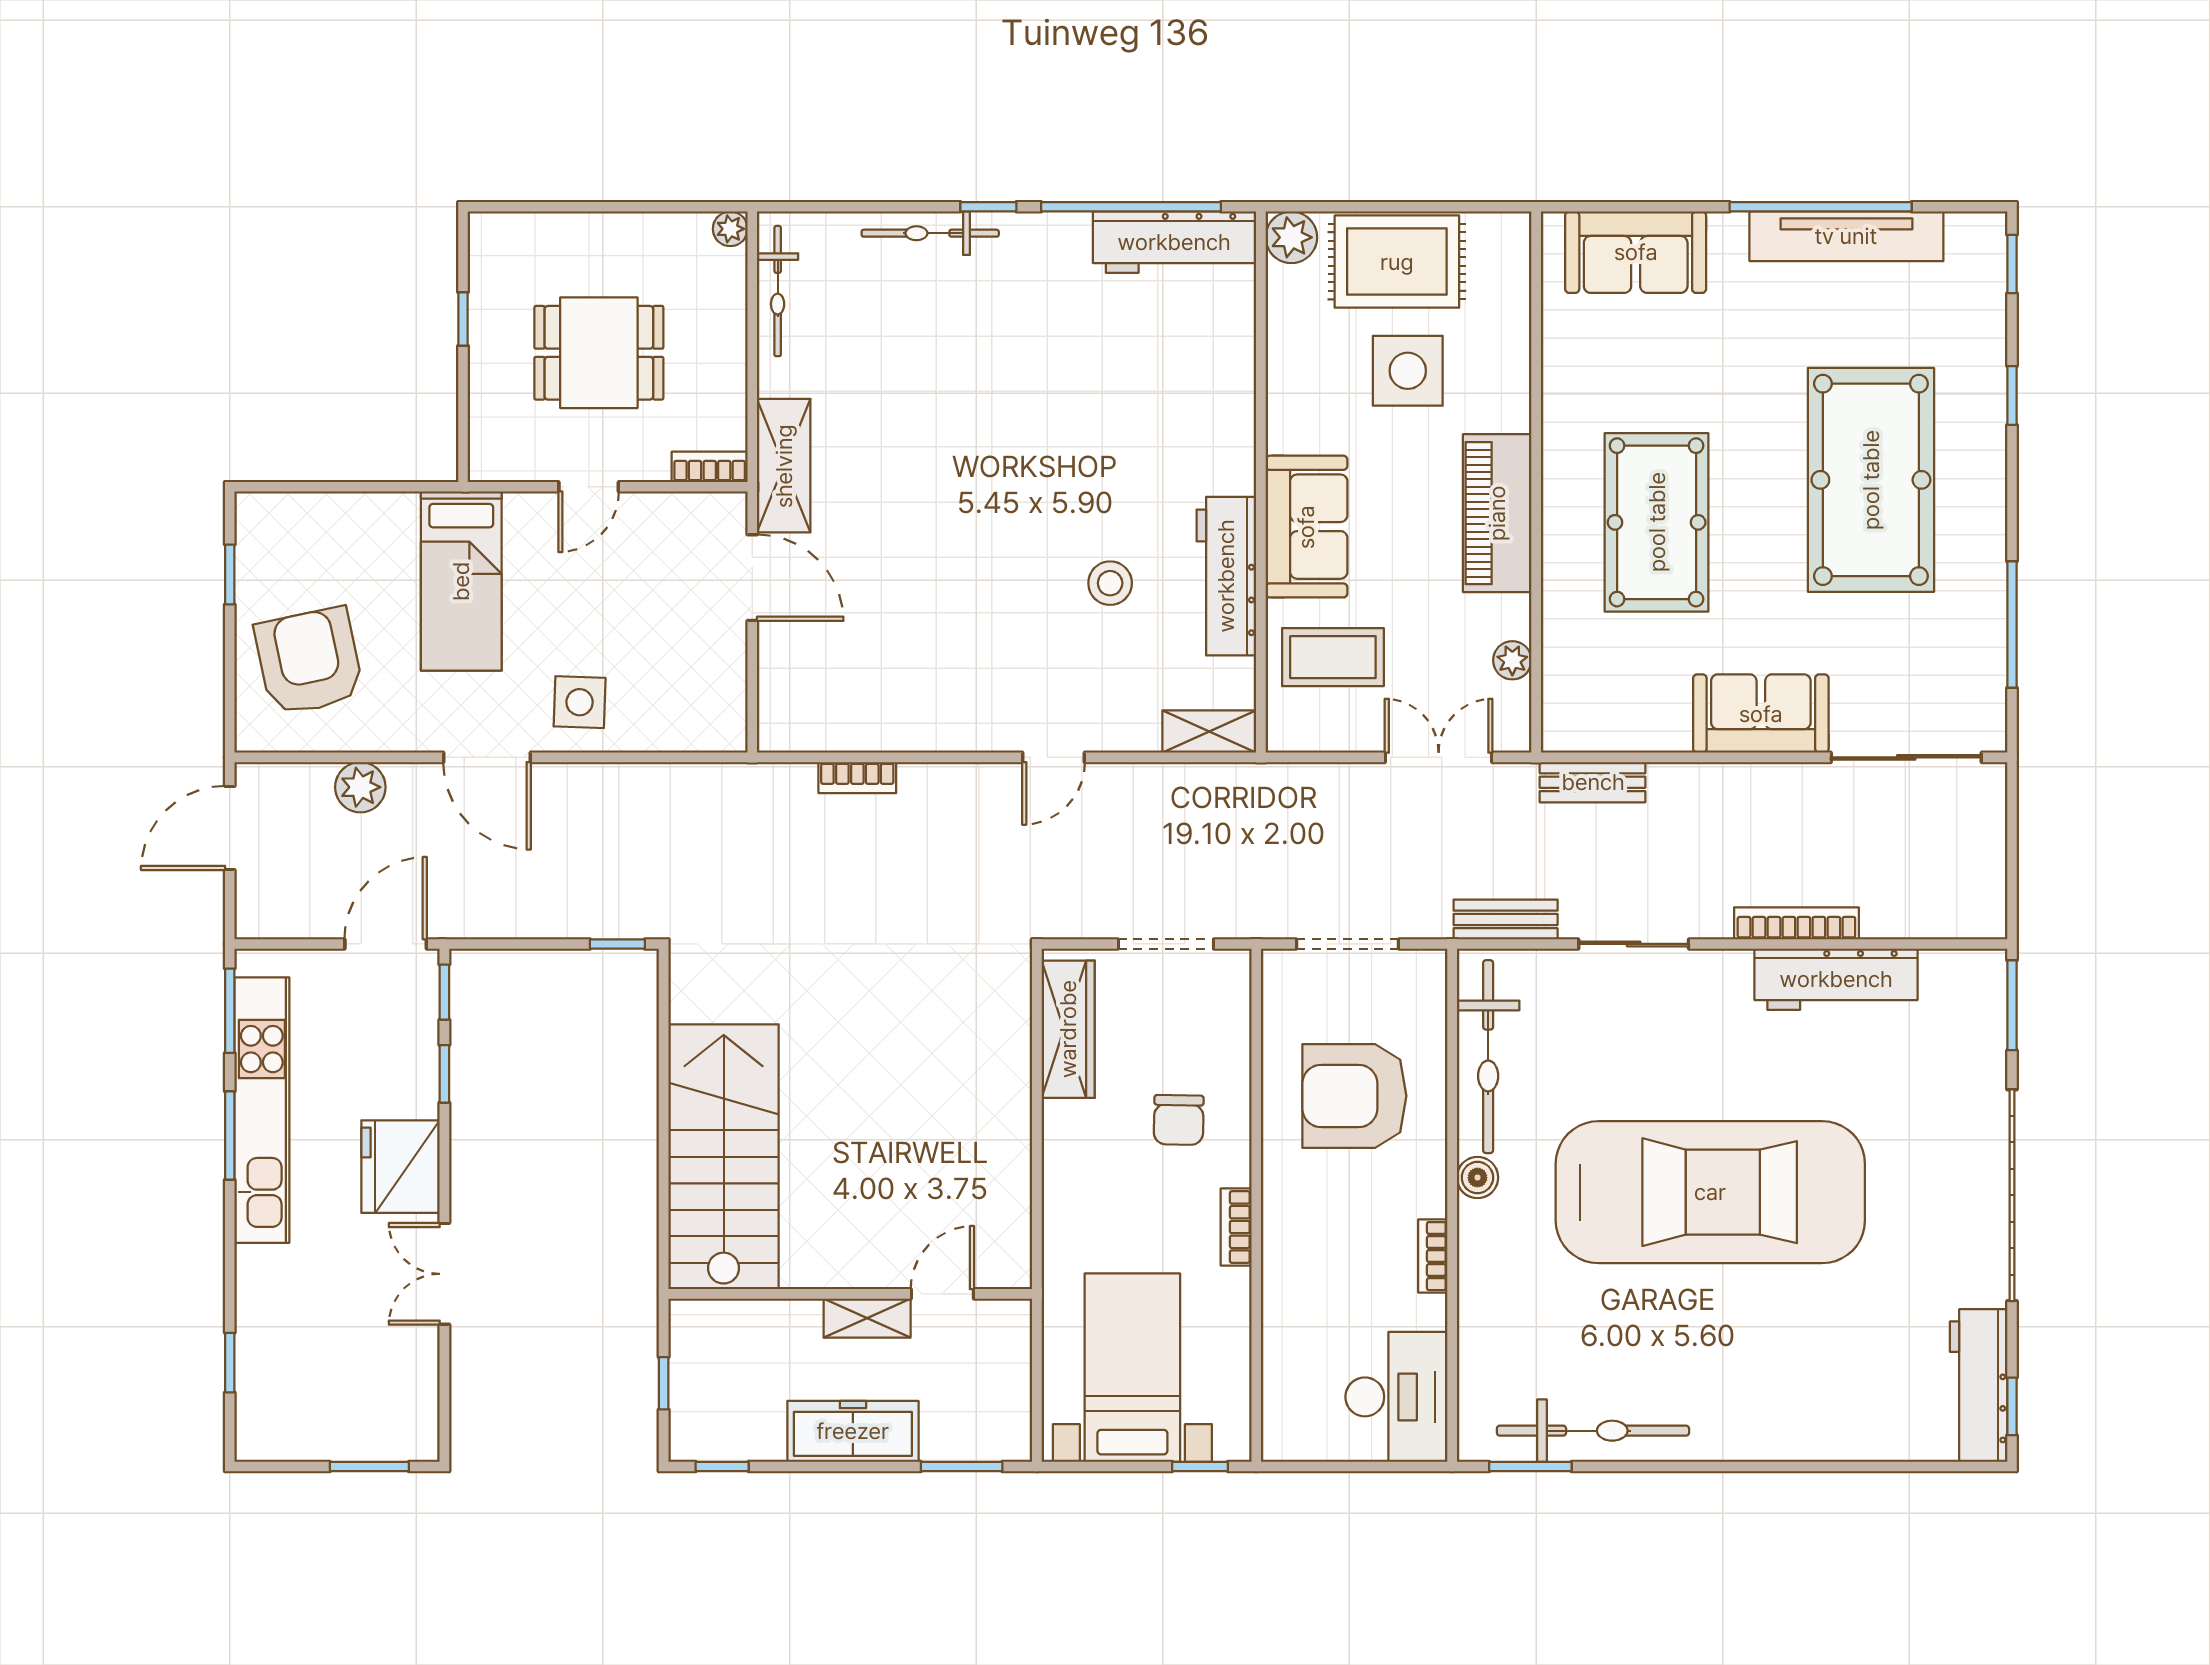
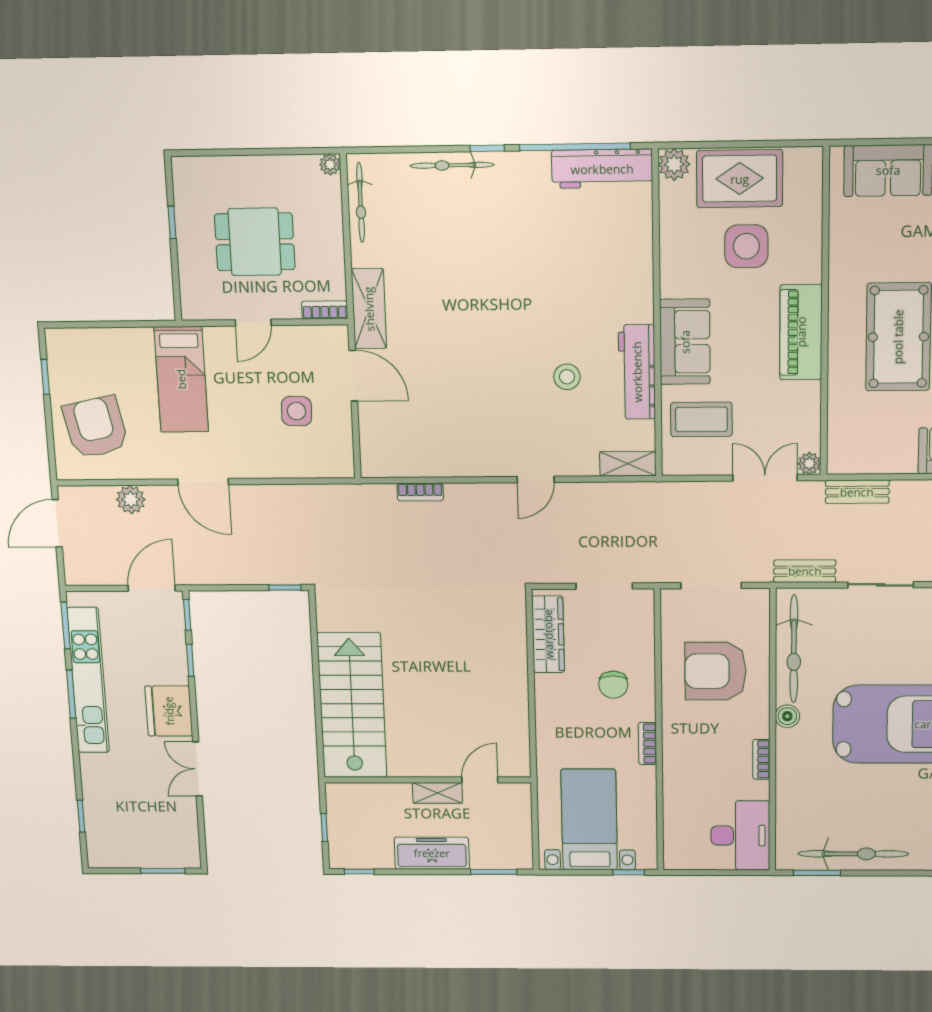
plant: (1512, 660) -> (809, 463), moved
side table: (580, 702) -> (296, 411), moved

